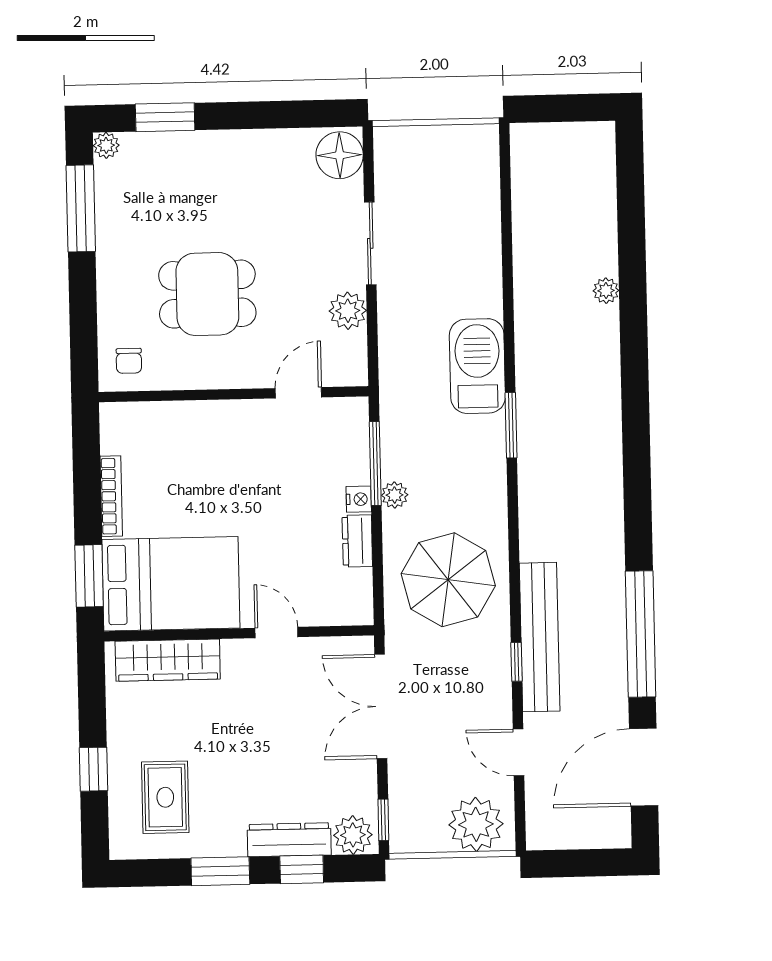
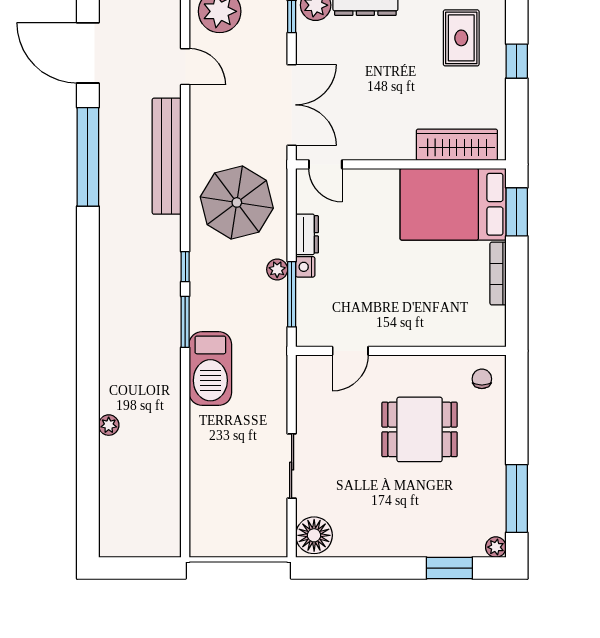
plant: (348, 311) -> (310, 414), removed
door: (276, 632) -> (325, 164), moved
window: (516, 662) -> (185, 267), moved
door: (644, 767) -> (88, 53), swing flipped

